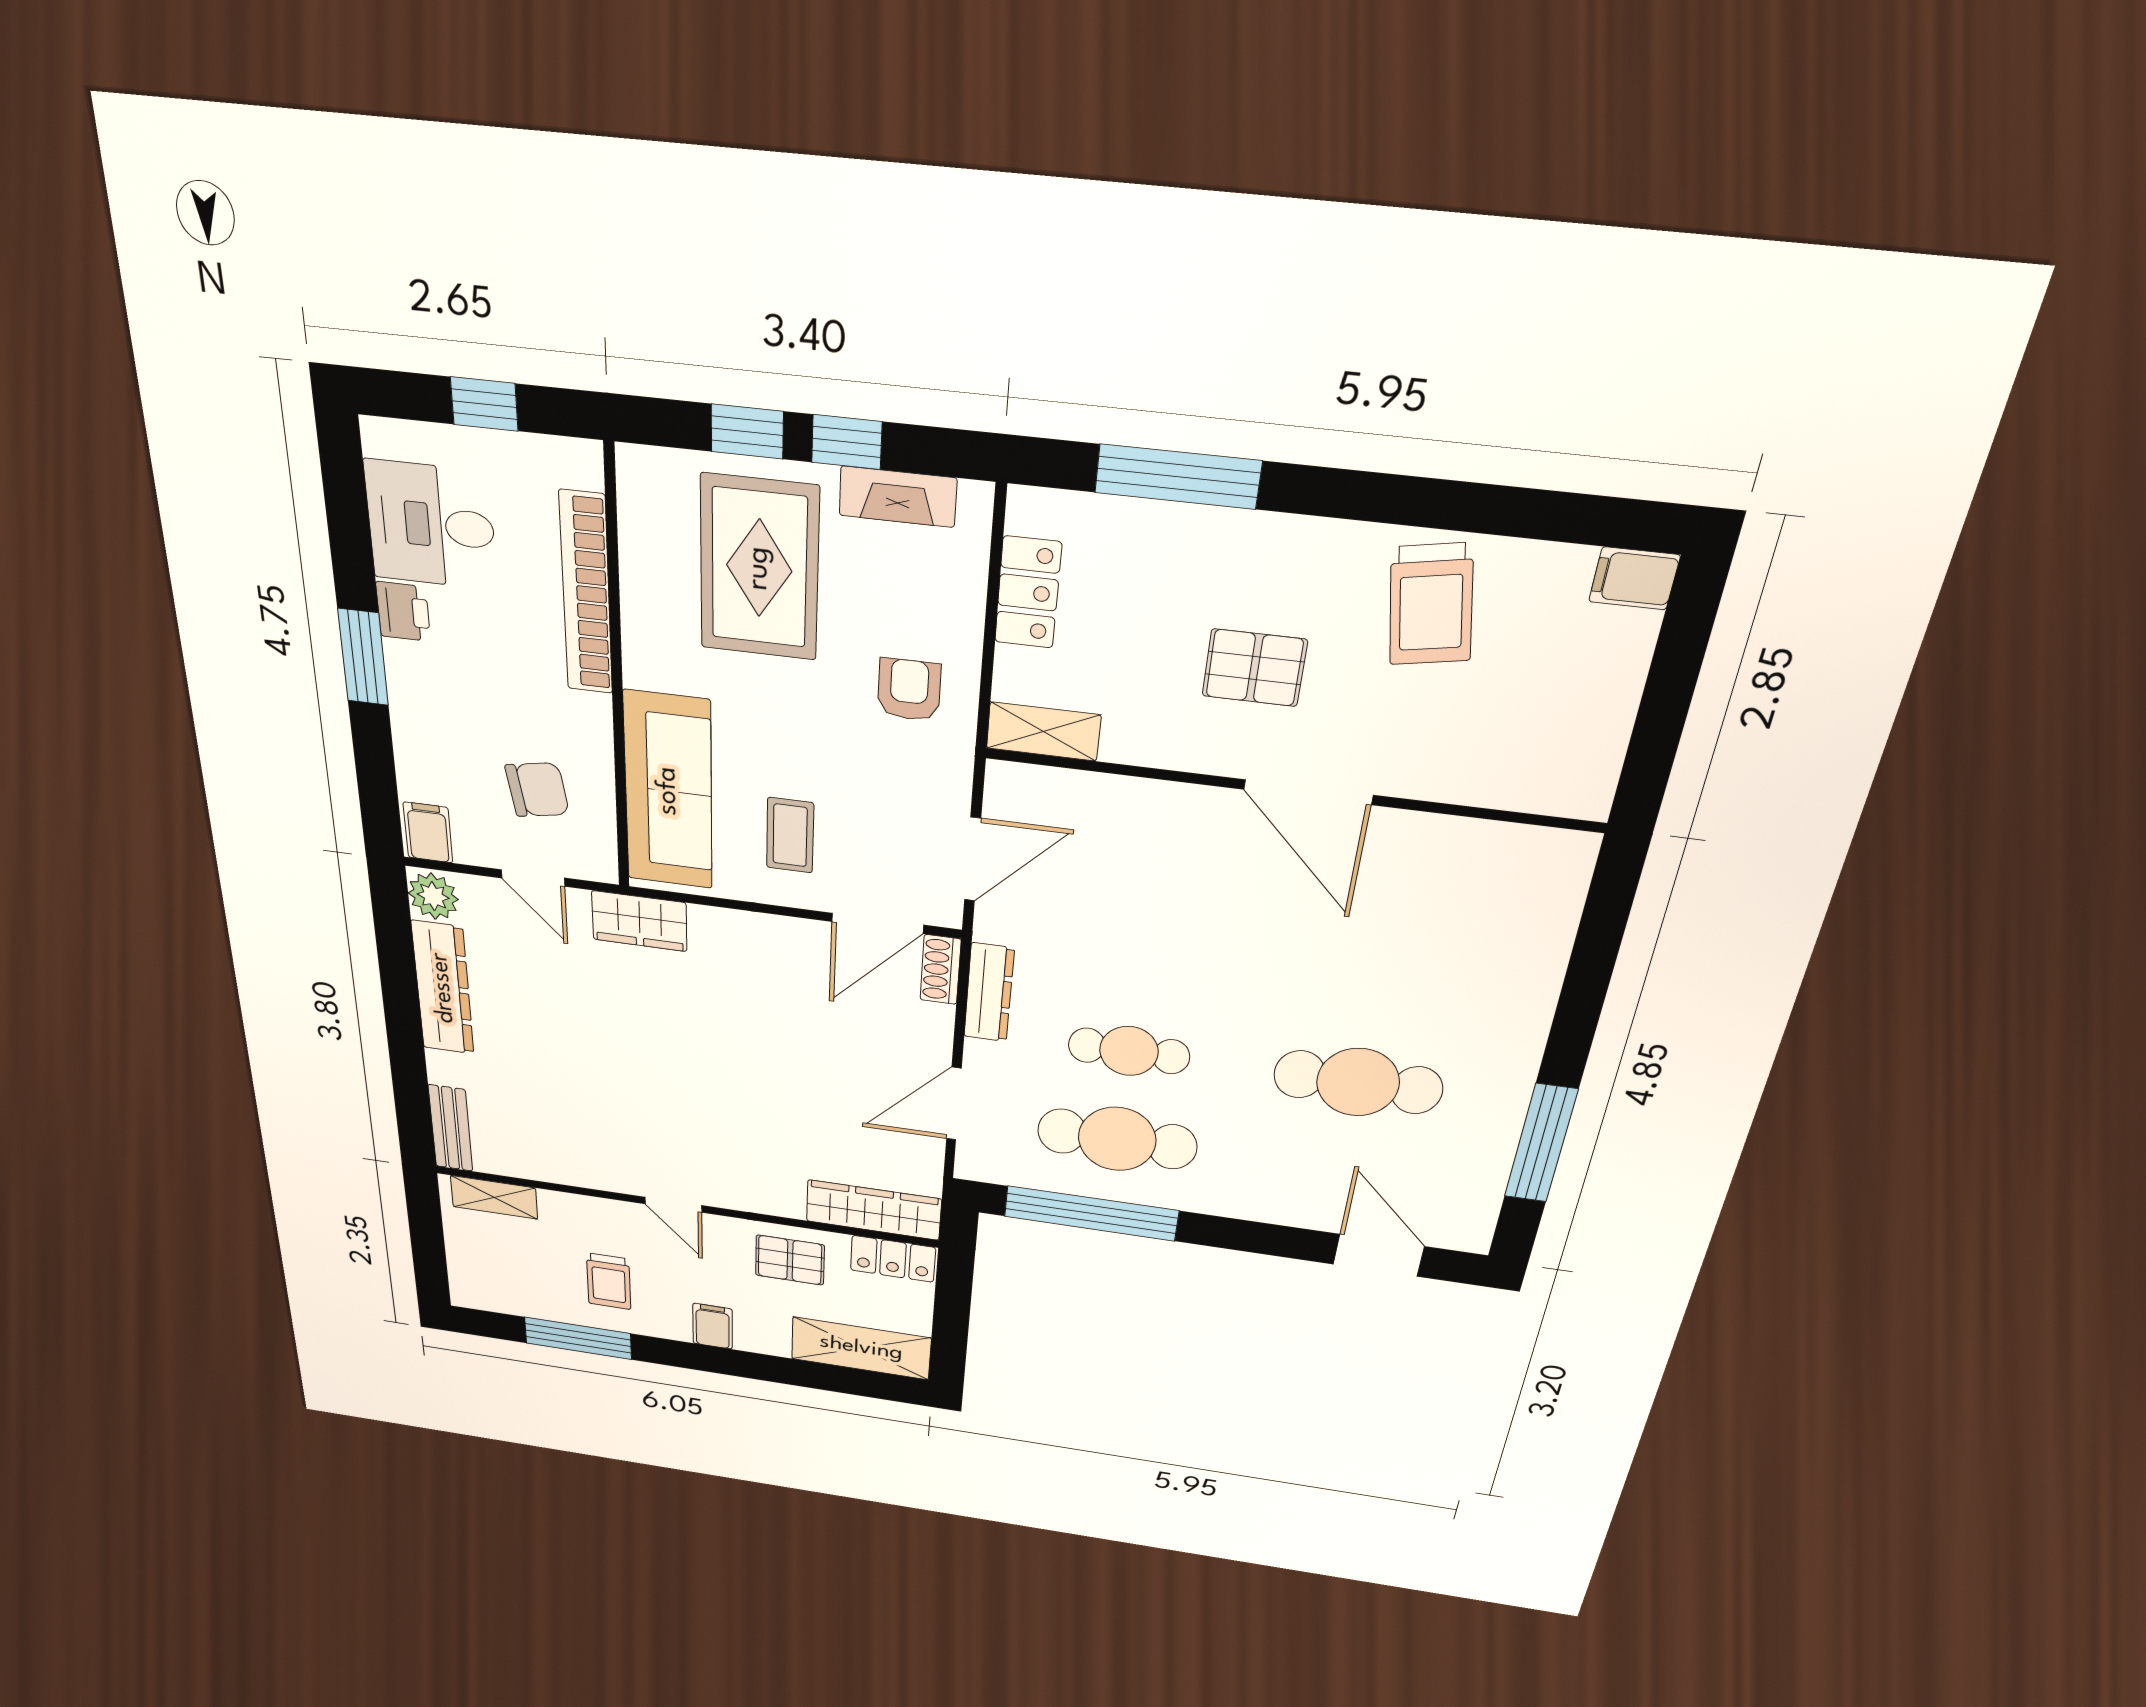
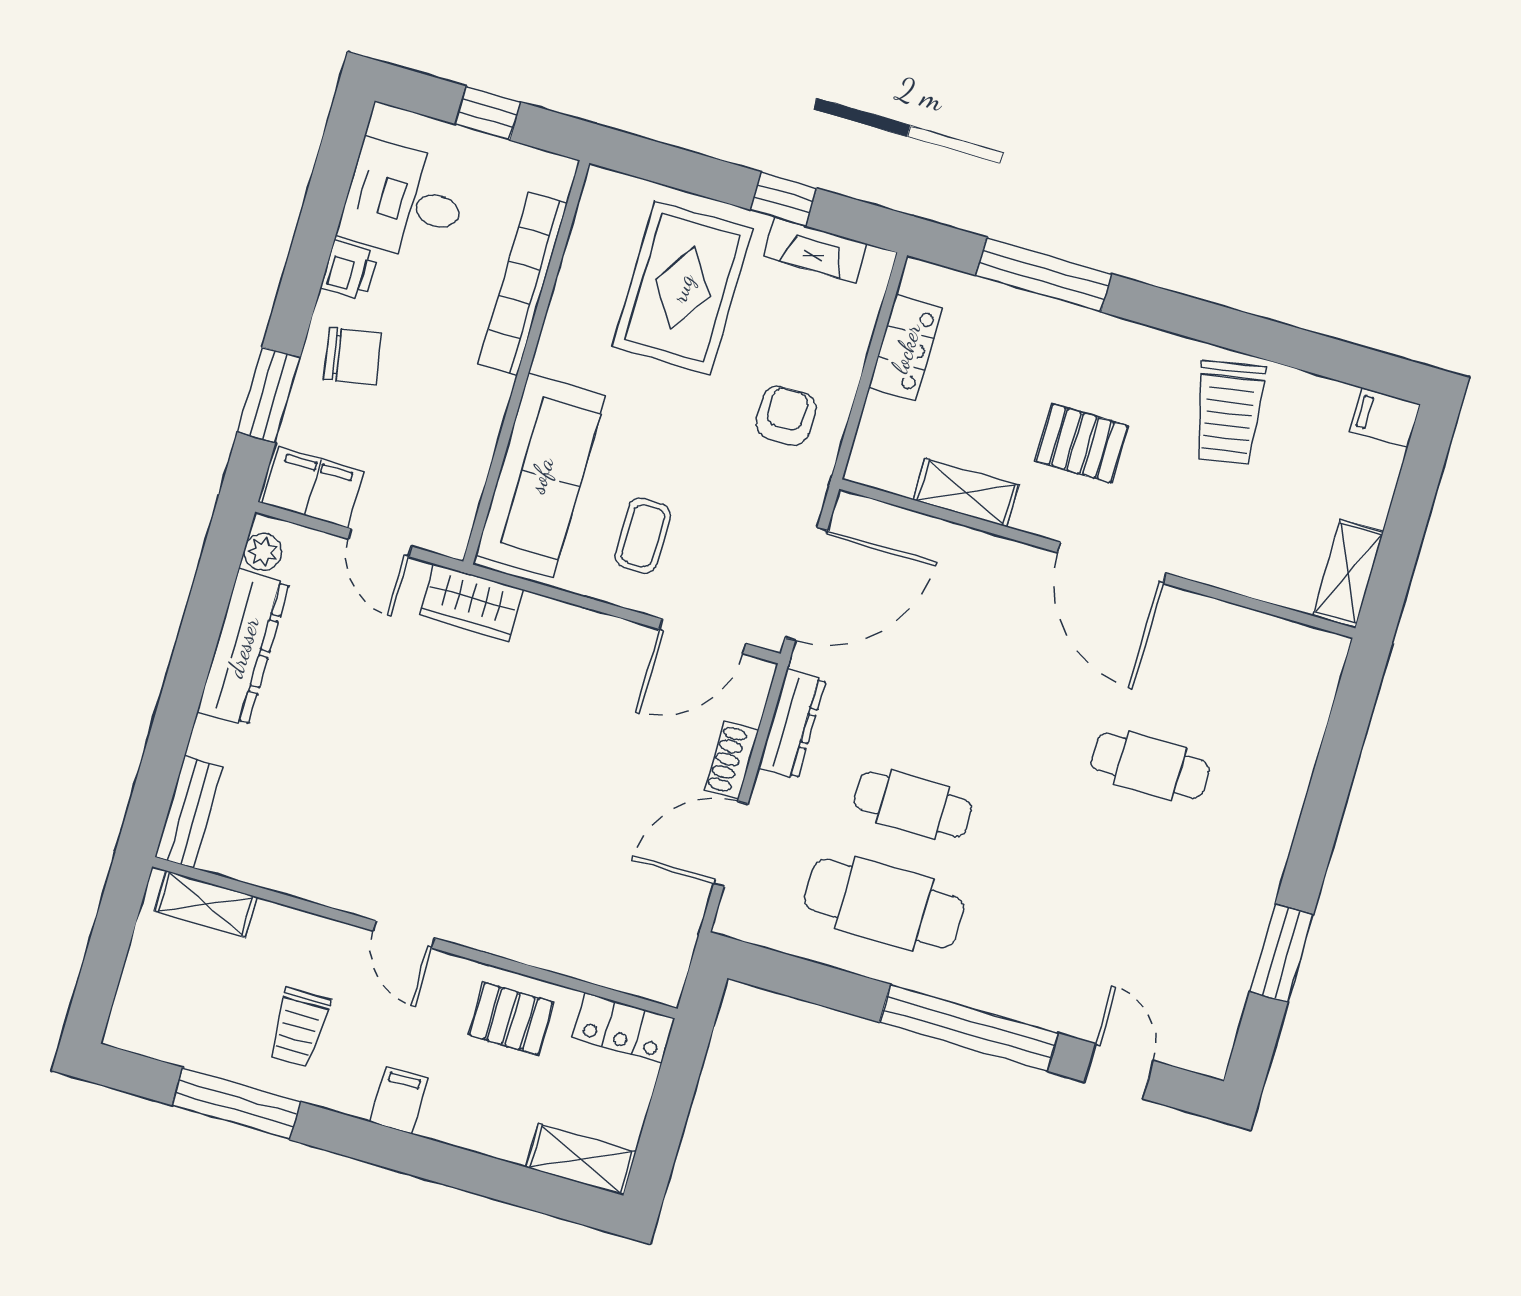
window: (747, 432) -> (704, 176), removed
window: (363, 657) -> (269, 395), moved
shelving: (1043, 732) -> (966, 493), moved
shelving: (1595, 765) -> (1348, 573), added
chair: (537, 790) -> (353, 356), moved
filing cabinet: (428, 832) -> (313, 487), width x2.00
door: (973, 859) -> (806, 584), width x1.36
plant: (433, 896) -> (263, 552), width x0.73, depth x0.73
shoe rack: (941, 970) -> (732, 760), moved
cafe table: (1358, 1082) -> (1150, 766), moved, width x0.73, depth x0.74
window: (1541, 1143) -> (1281, 953), width x0.69
wardrobe: (874, 1210) -> (618, 963), removed
window: (1091, 1213) -> (969, 1028), moved
door: (1379, 1255) -> (1119, 1071), width x0.73
shelving: (861, 1348) -> (581, 1160), width x0.67, depth x0.75

